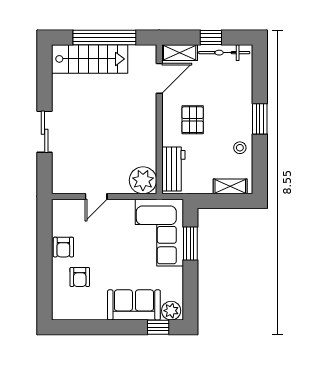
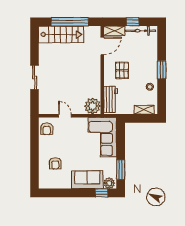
door: (96, 197) -> (65, 116), swing flipped
window: (190, 244) -> (121, 170), moved
armchair: (63, 247) -> (47, 129), moved

